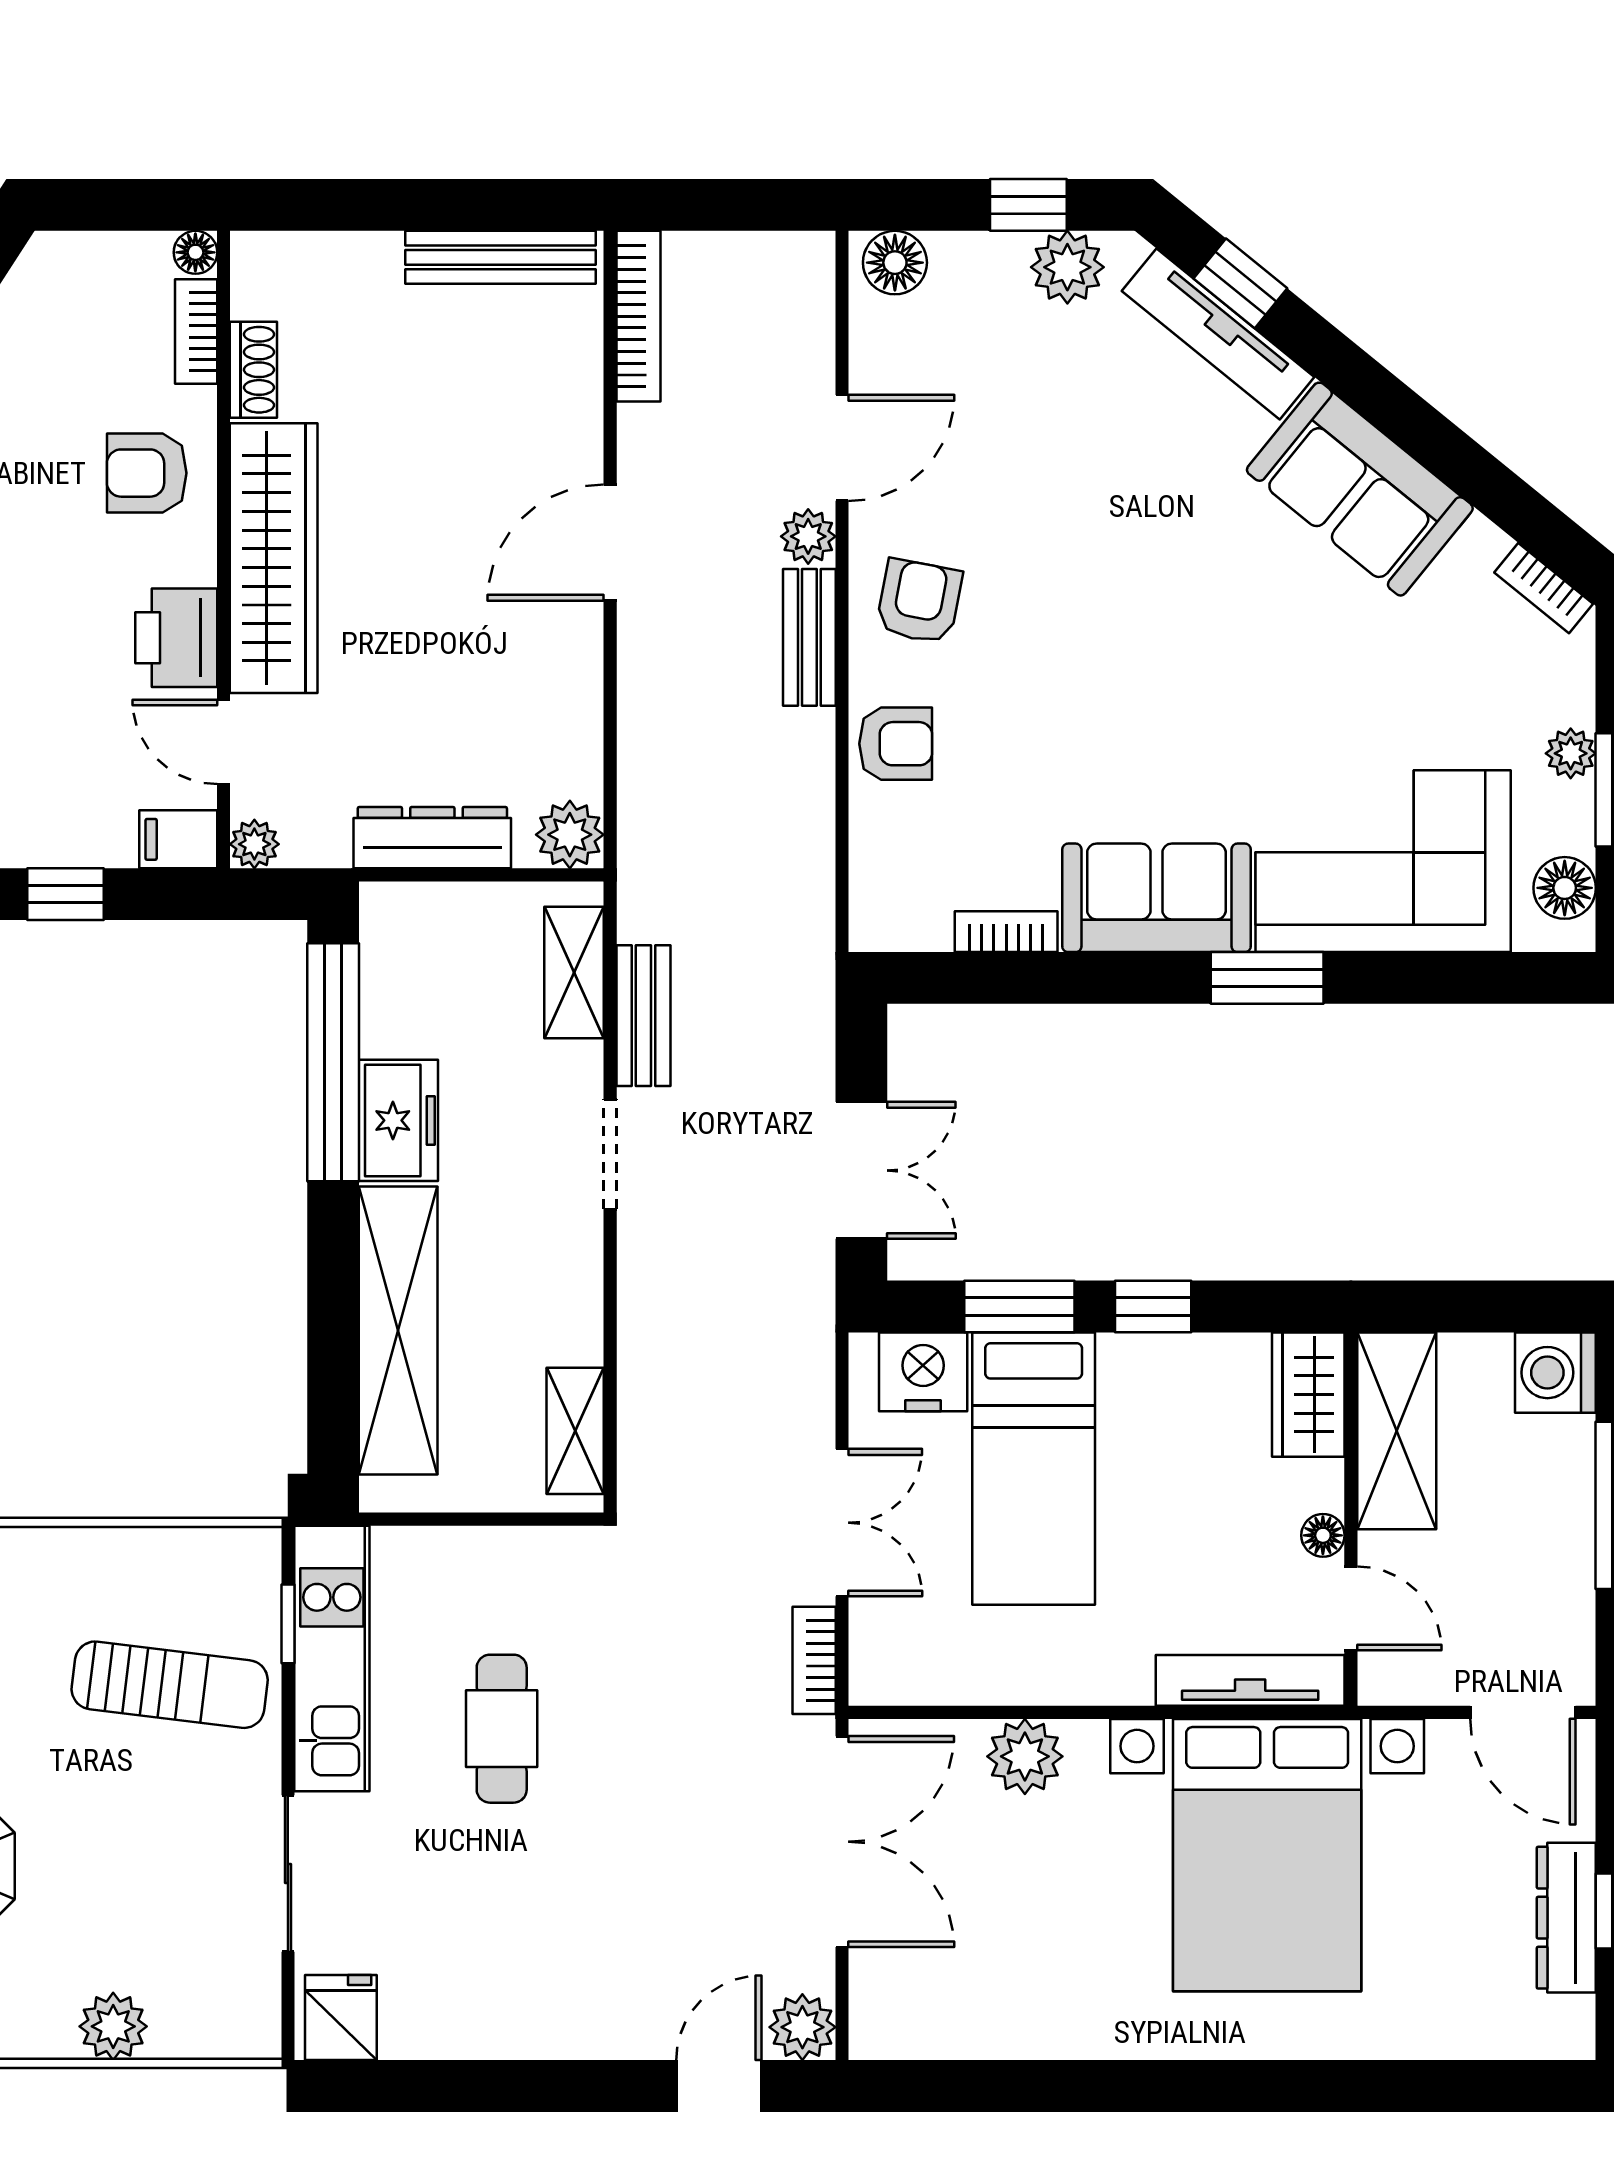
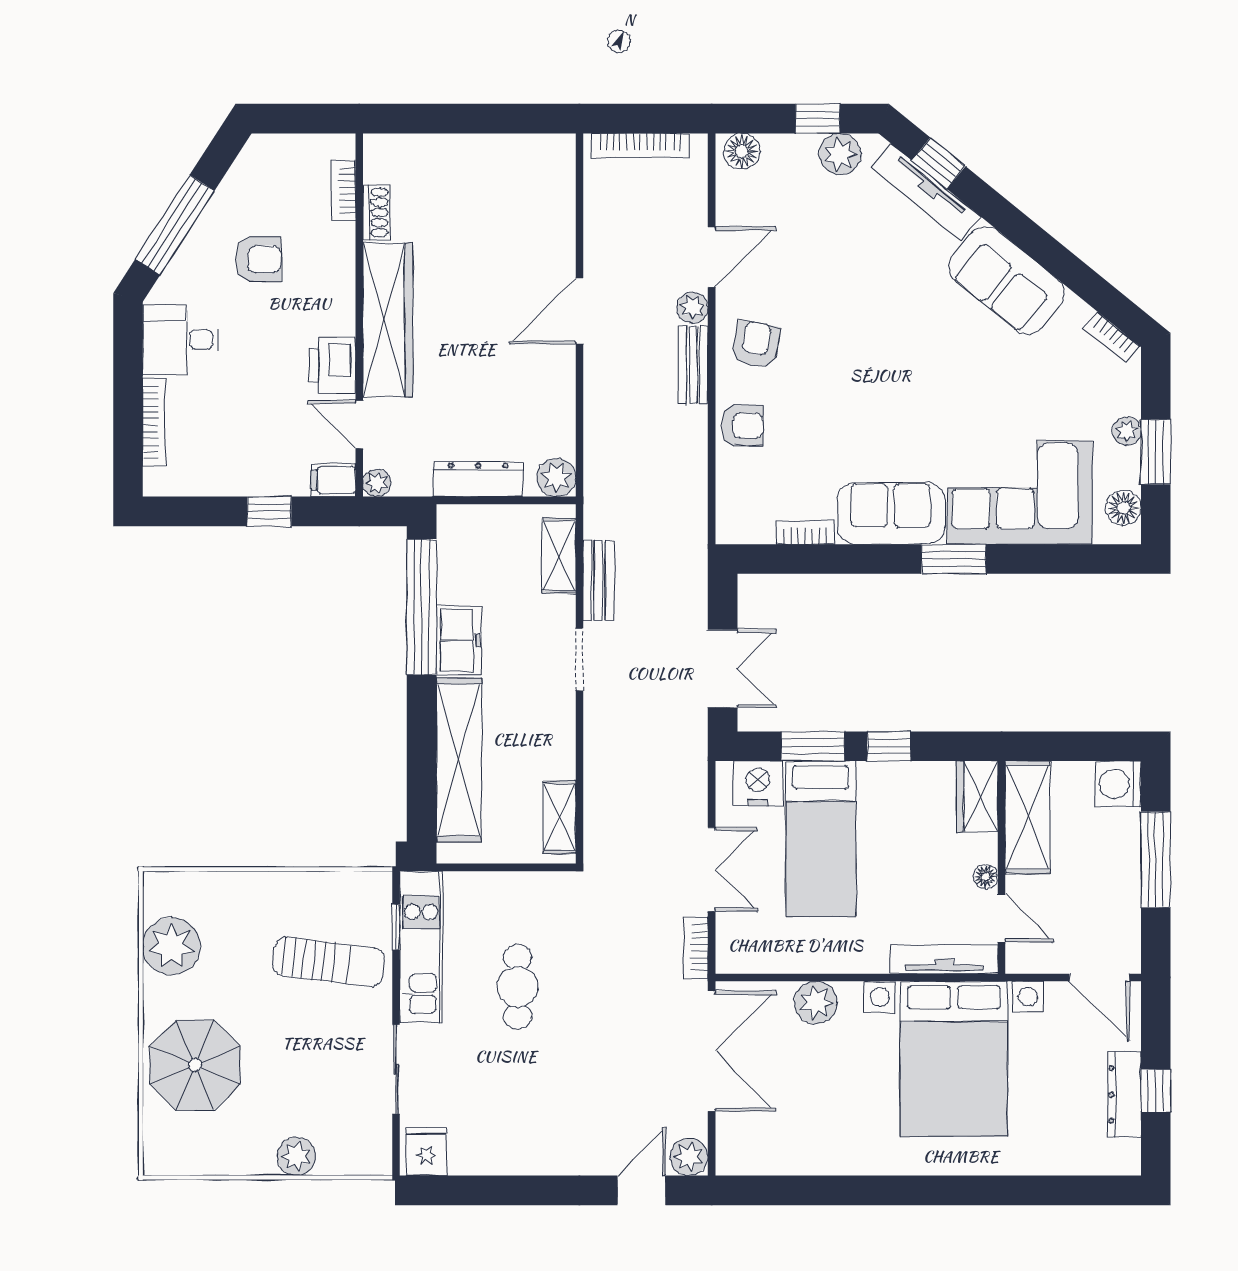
floor lamp: (195, 252) -> (343, 146), removed
bench: (501, 257) -> (517, 148), removed
bookcase: (638, 316) -> (640, 146), moved, turned 90
armchair: (147, 473) -> (258, 259), moved, turned 180

